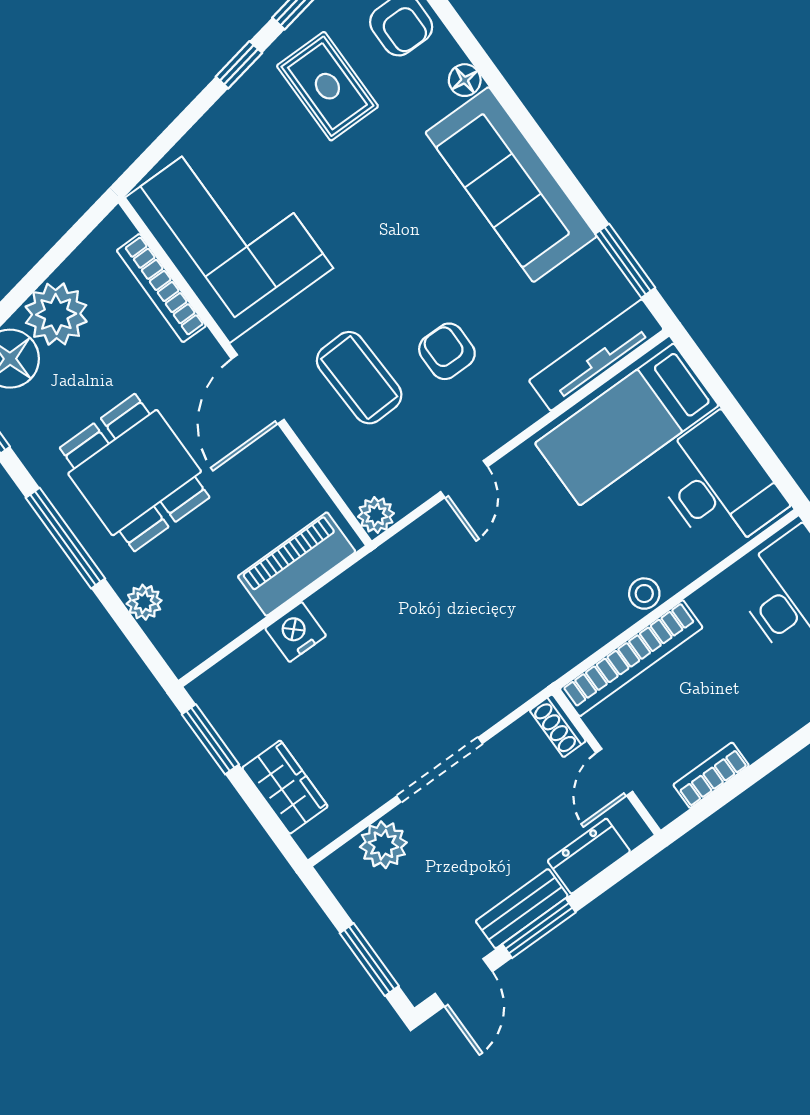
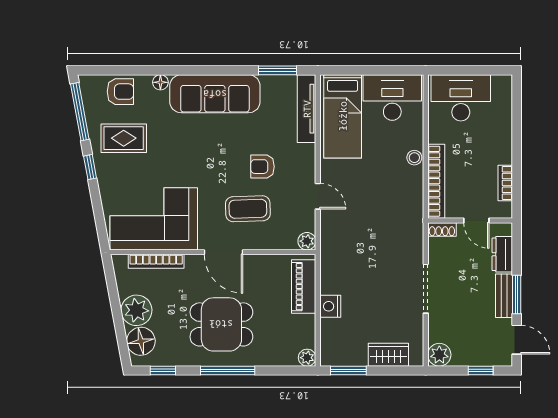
plant: (144, 602) -> (307, 358), moved
plant: (383, 845) -> (439, 355), moved
window: (369, 960) -> (481, 370), width x0.67

